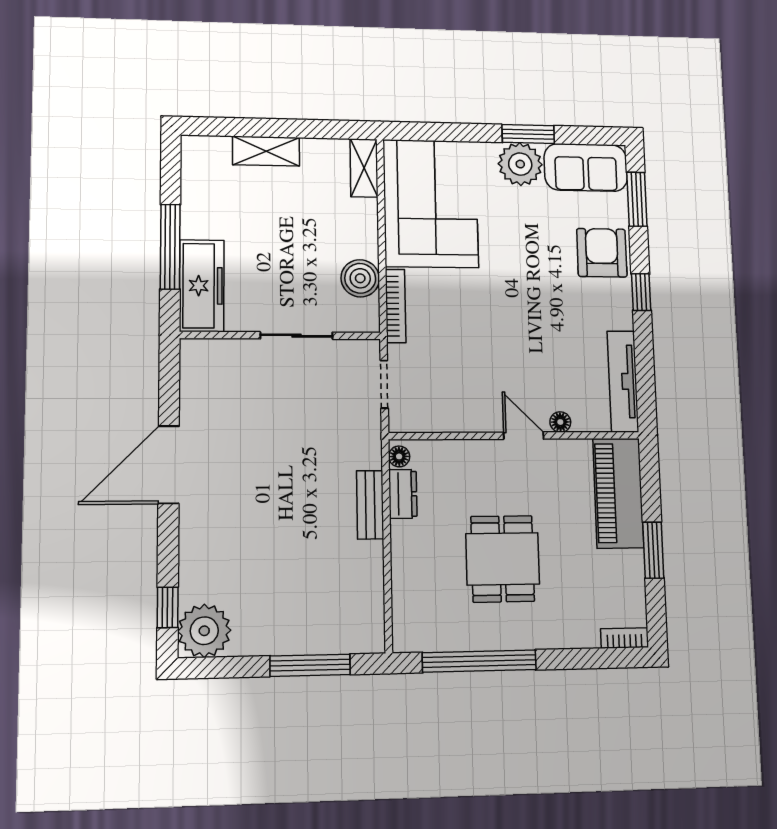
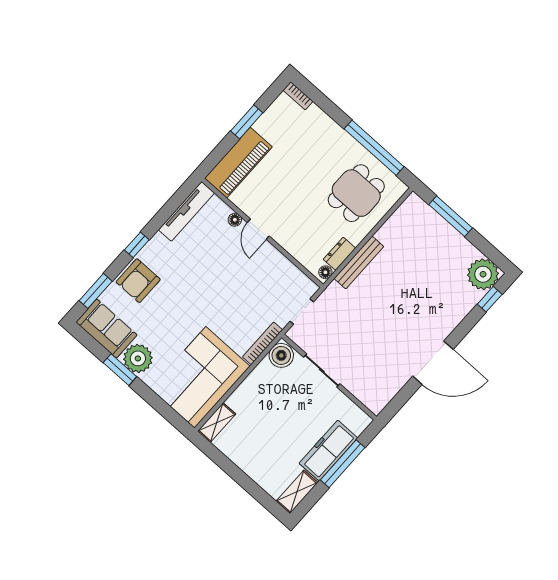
shelving: (266, 151) -> (297, 492), moved, turned 90
boiler: (360, 278) -> (281, 355), moved
freezer: (202, 286) -> (328, 451), moved
bench: (370, 505) -> (359, 263), width x1.36
dining table: (503, 559) -> (356, 193), moved

